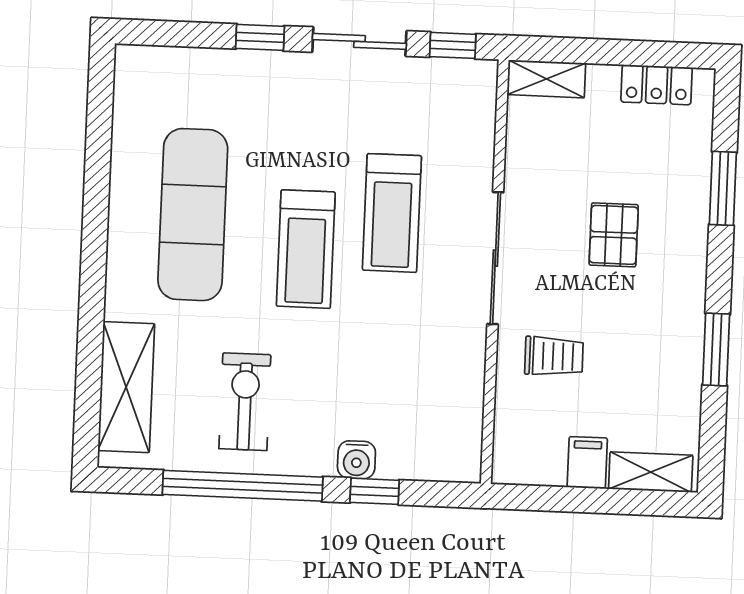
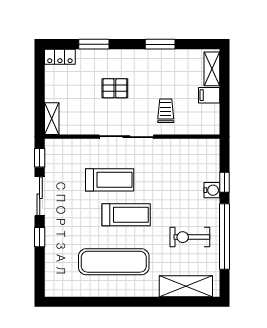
locker: (657, 85) -> (60, 57), moved, turned 90

